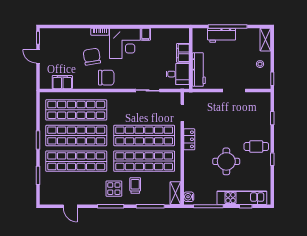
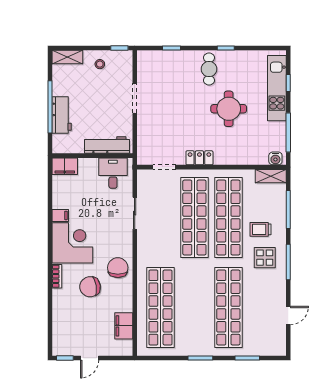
filing cabinet: (183, 53) -> (65, 166), moved
shop shelf: (76, 136) -> (194, 307), removed

